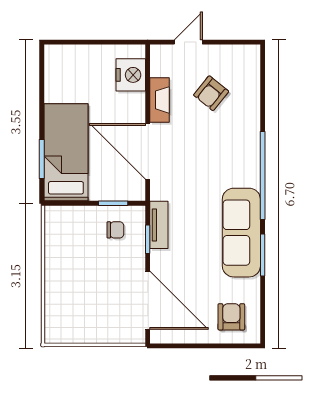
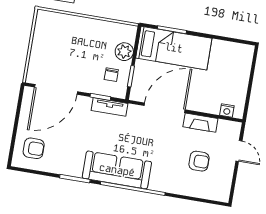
nightstand: (131, 75) -> (227, 110), width x0.53, depth x0.56
armchair: (211, 93) -> (199, 161), turned 141
plant: (82, 218) -> (124, 52), added
sofa: (241, 233) -> (117, 170), moved

